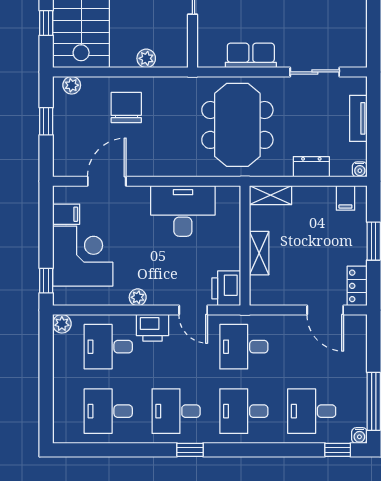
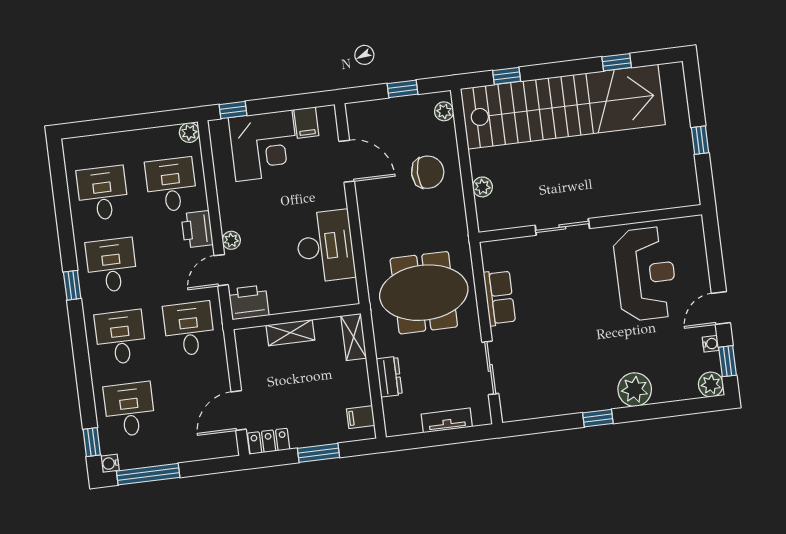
water cooler: (360, 169) -> (393, 429), removed
plant: (138, 297) -> (231, 240), moved

